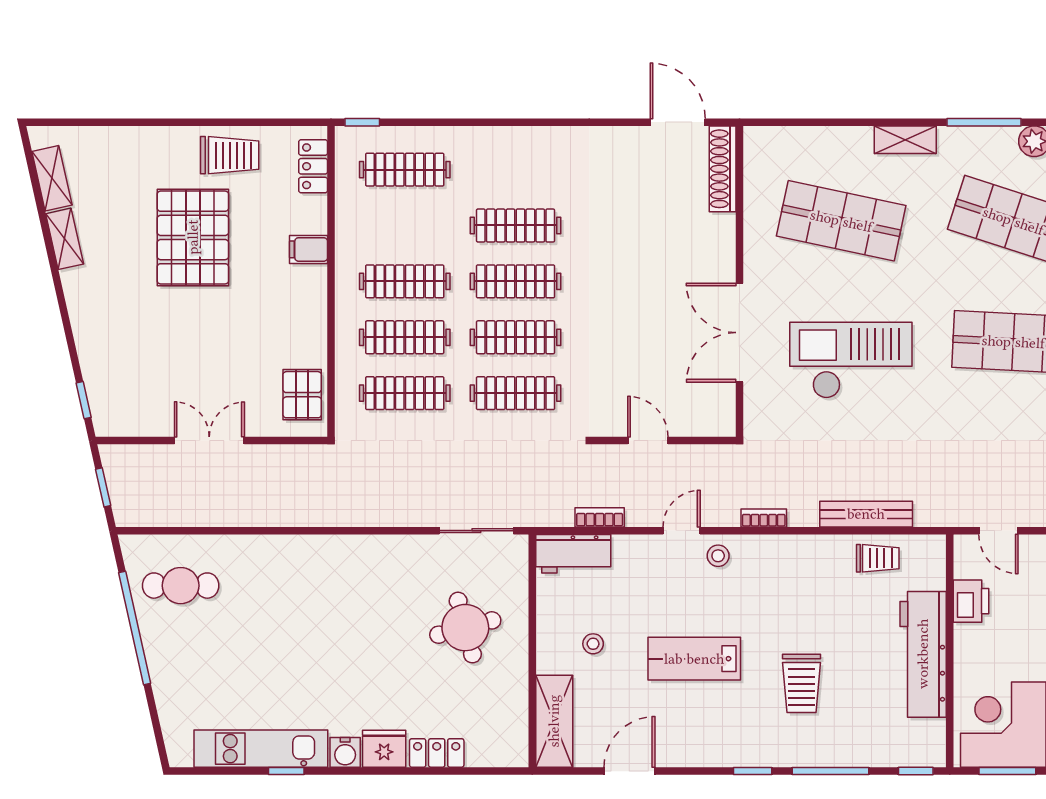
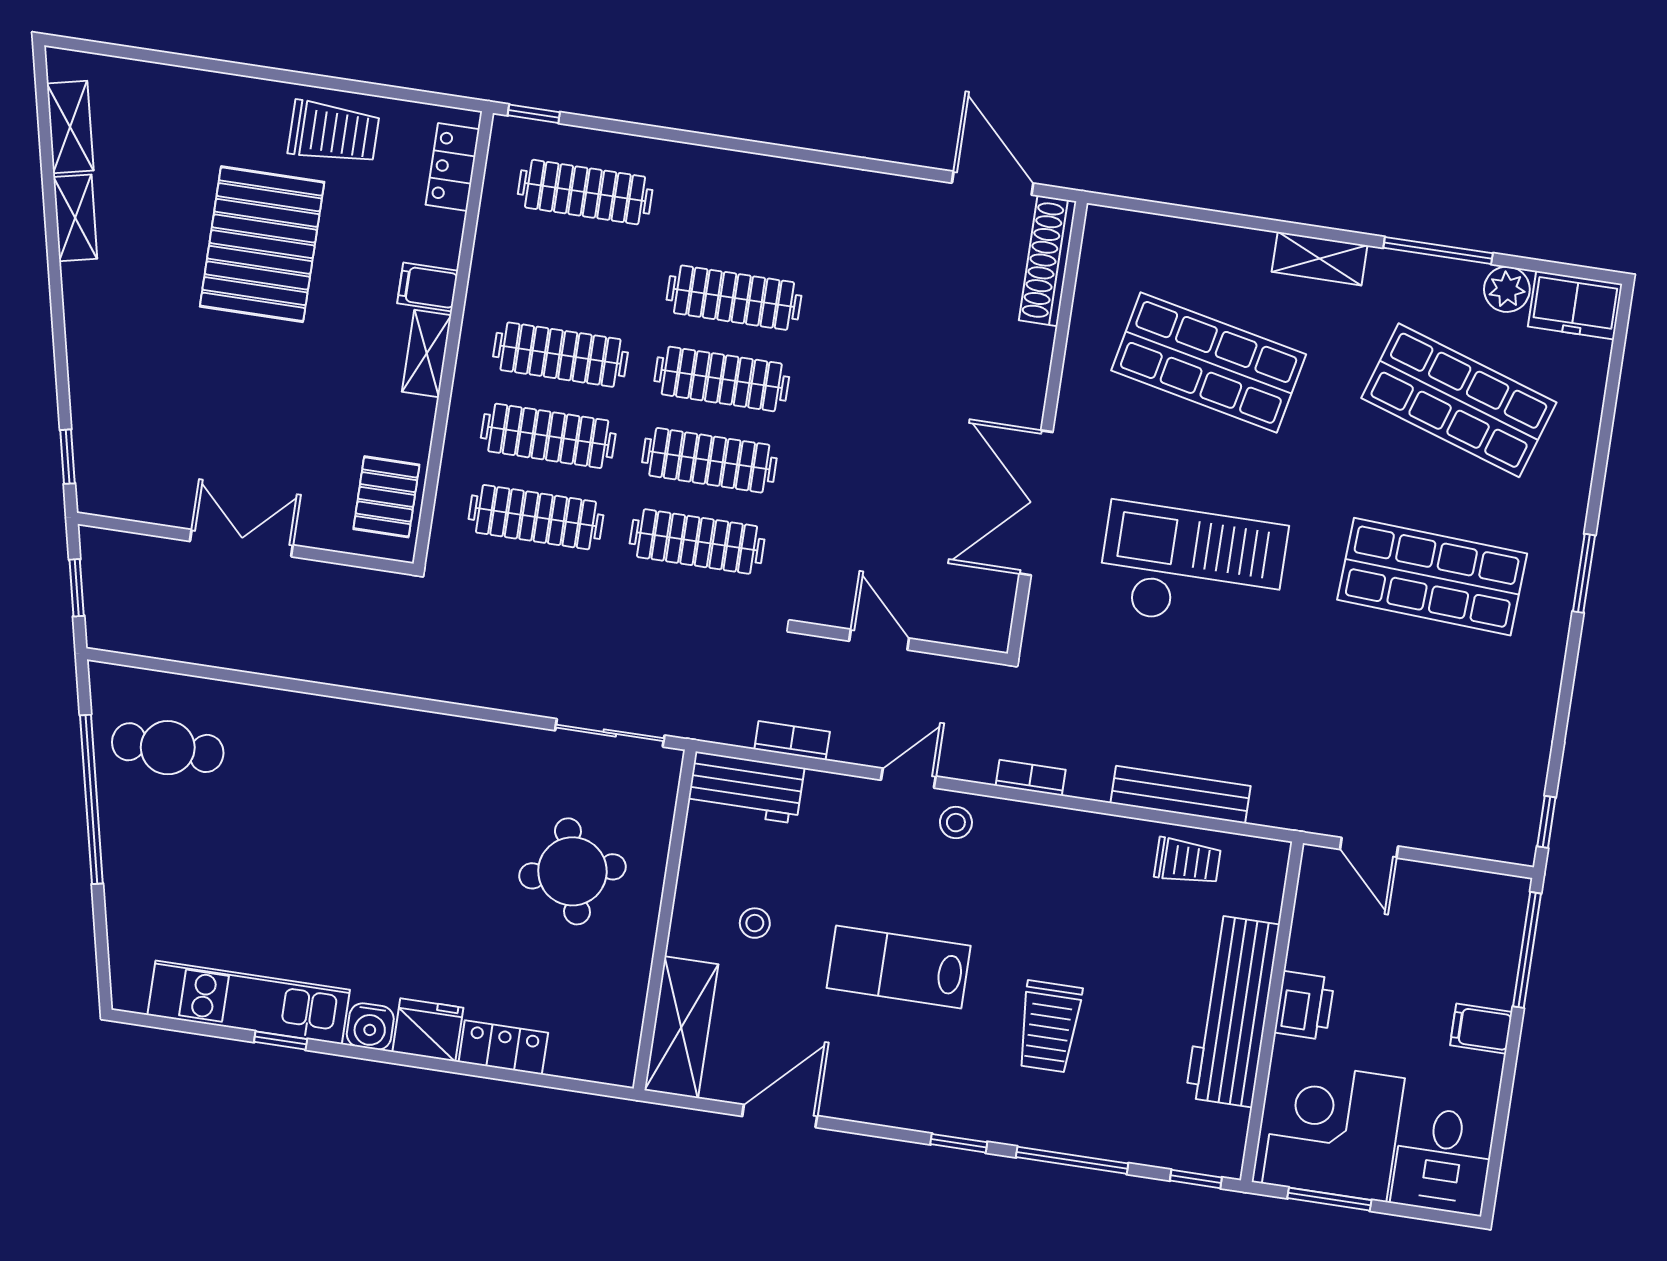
shelving: (315, 294) -> (427, 353), added
printer: (971, 601) -> (1304, 1006), moved

